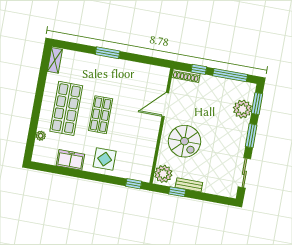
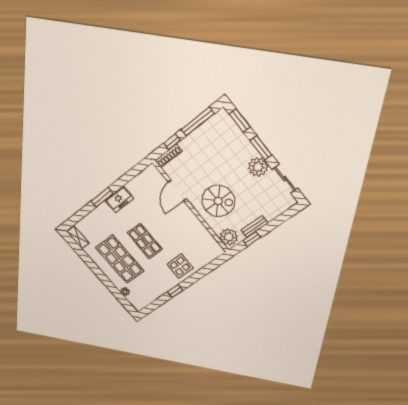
plant: (242, 109) -> (258, 167), moved
freezer: (70, 160) -> (119, 199), moved, turned 180
window: (134, 184) -> (175, 291), moved

